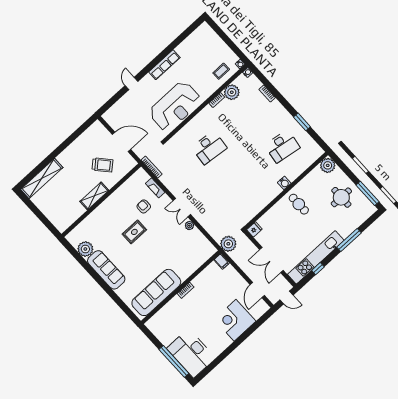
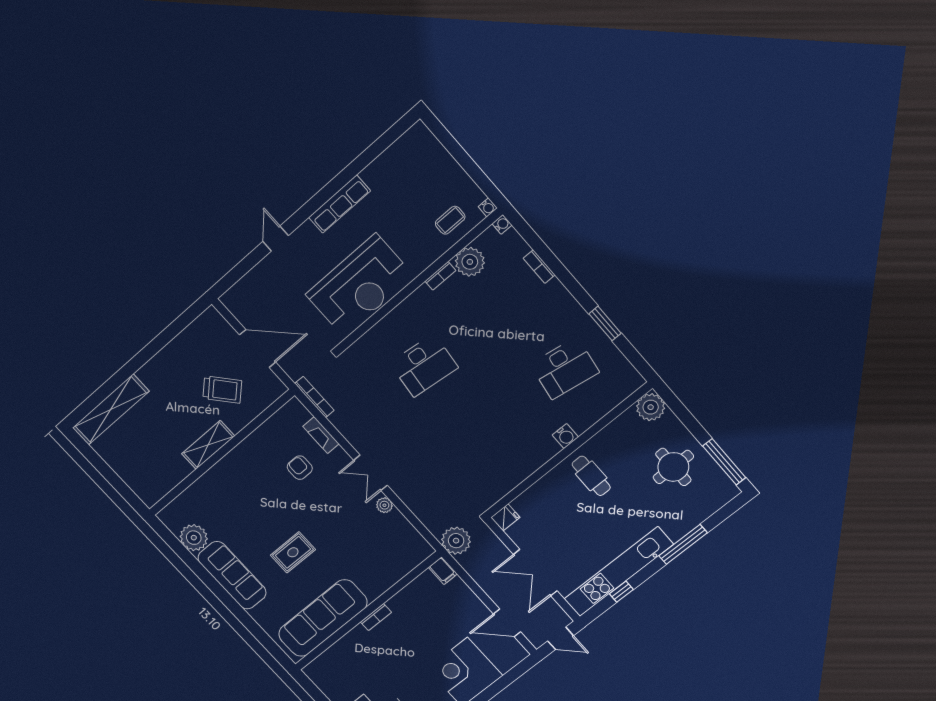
rug: (134, 232) -> (293, 552), moved
door: (257, 290) -> (507, 623), hinge flipped

